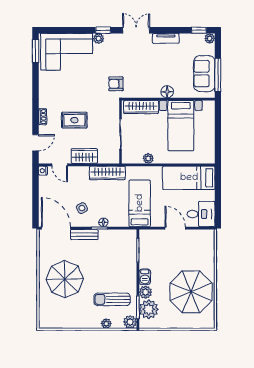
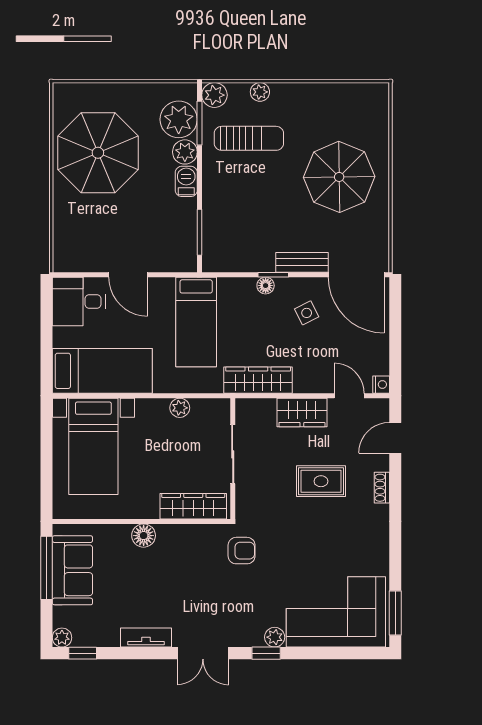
bed with nightstands: (181, 126) -> (93, 446), moved, turned 180

